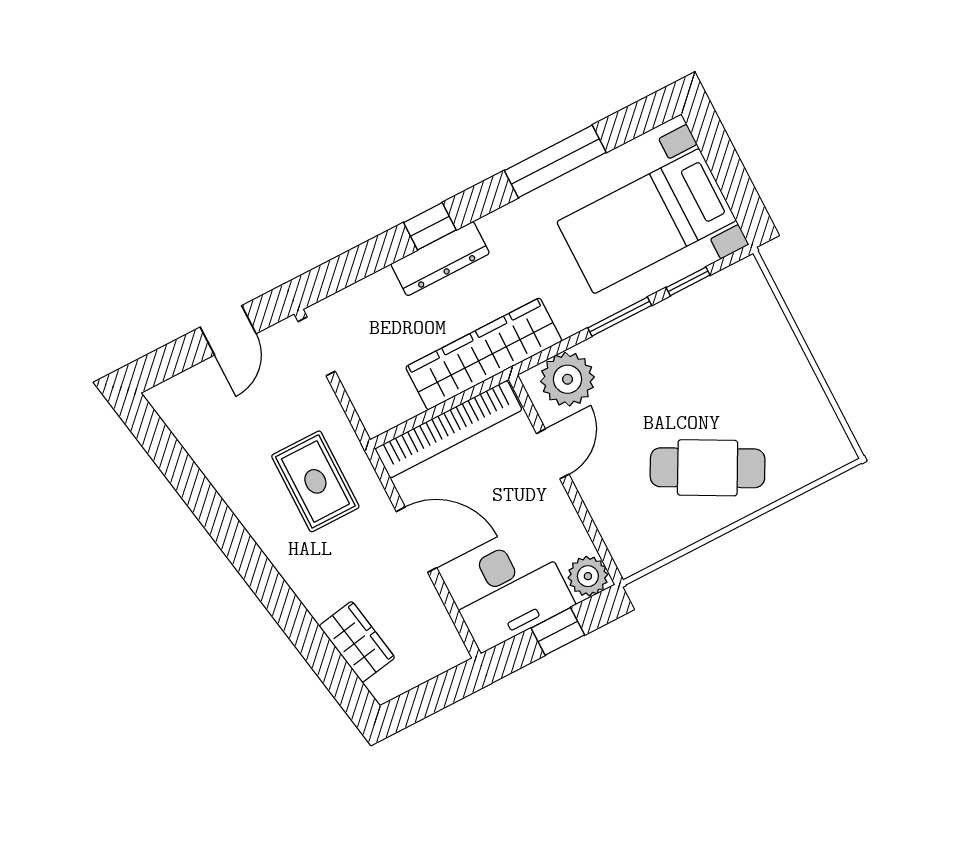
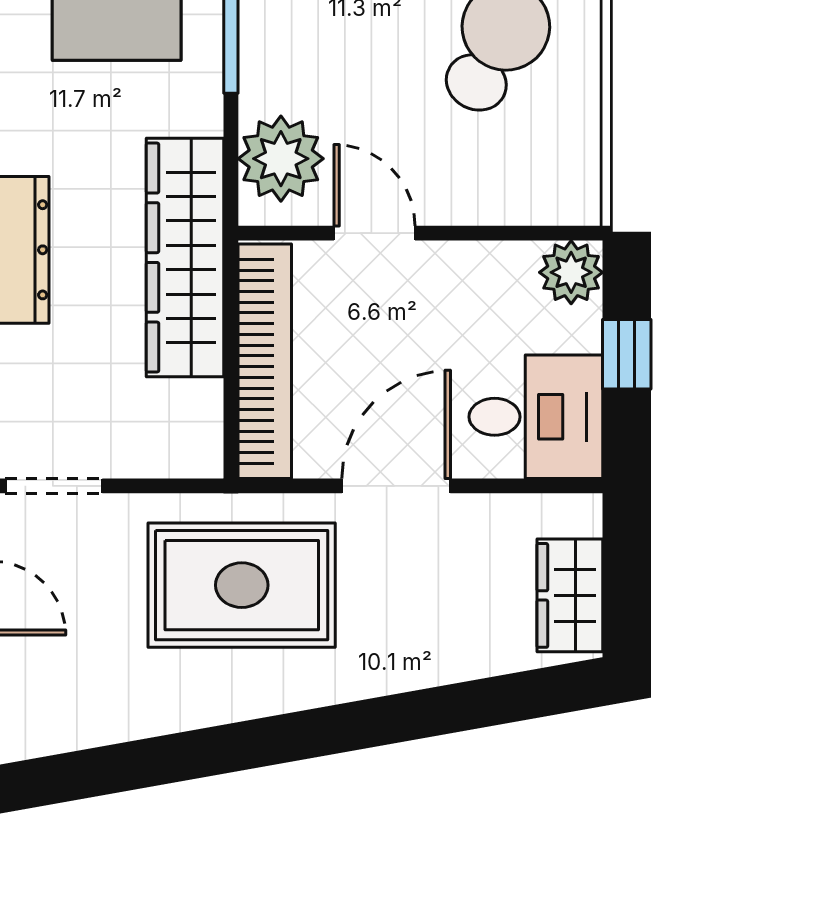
rug: (315, 481) -> (242, 585), width x1.36, depth x1.43
desk: (509, 592) -> (536, 417), width x0.73
wardrobe: (357, 642) -> (570, 595), moved, turned -80

